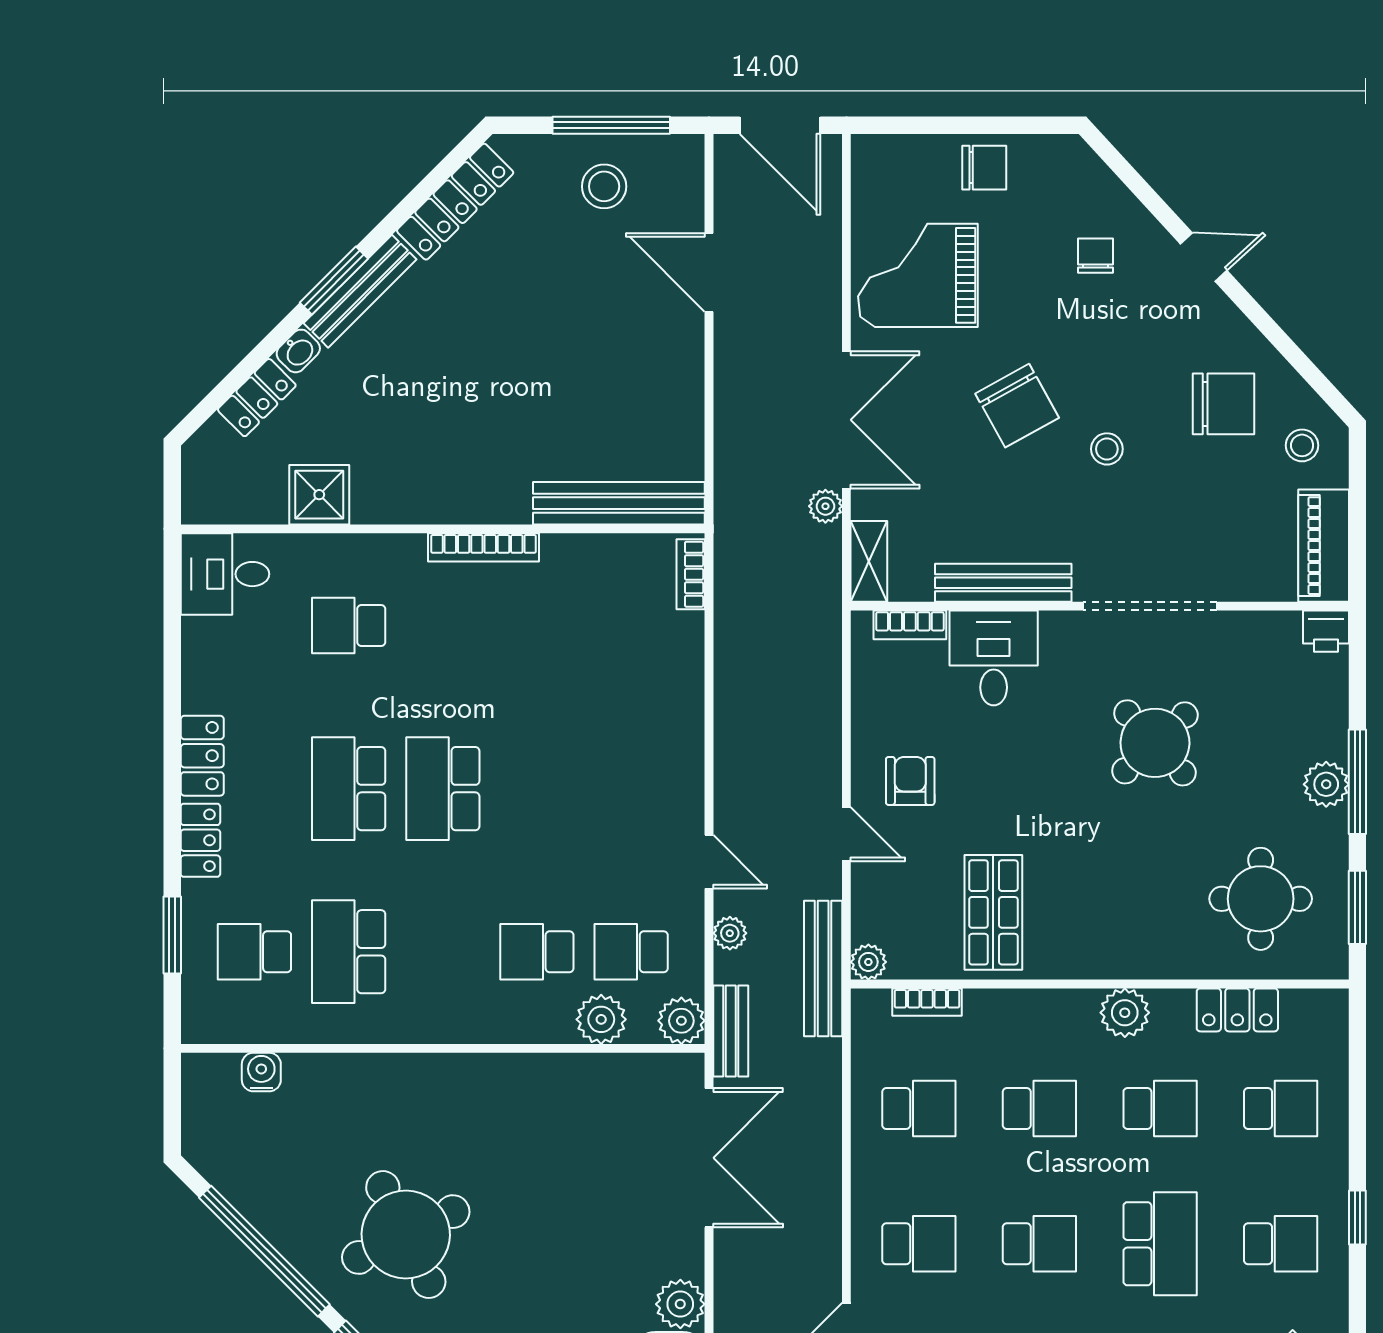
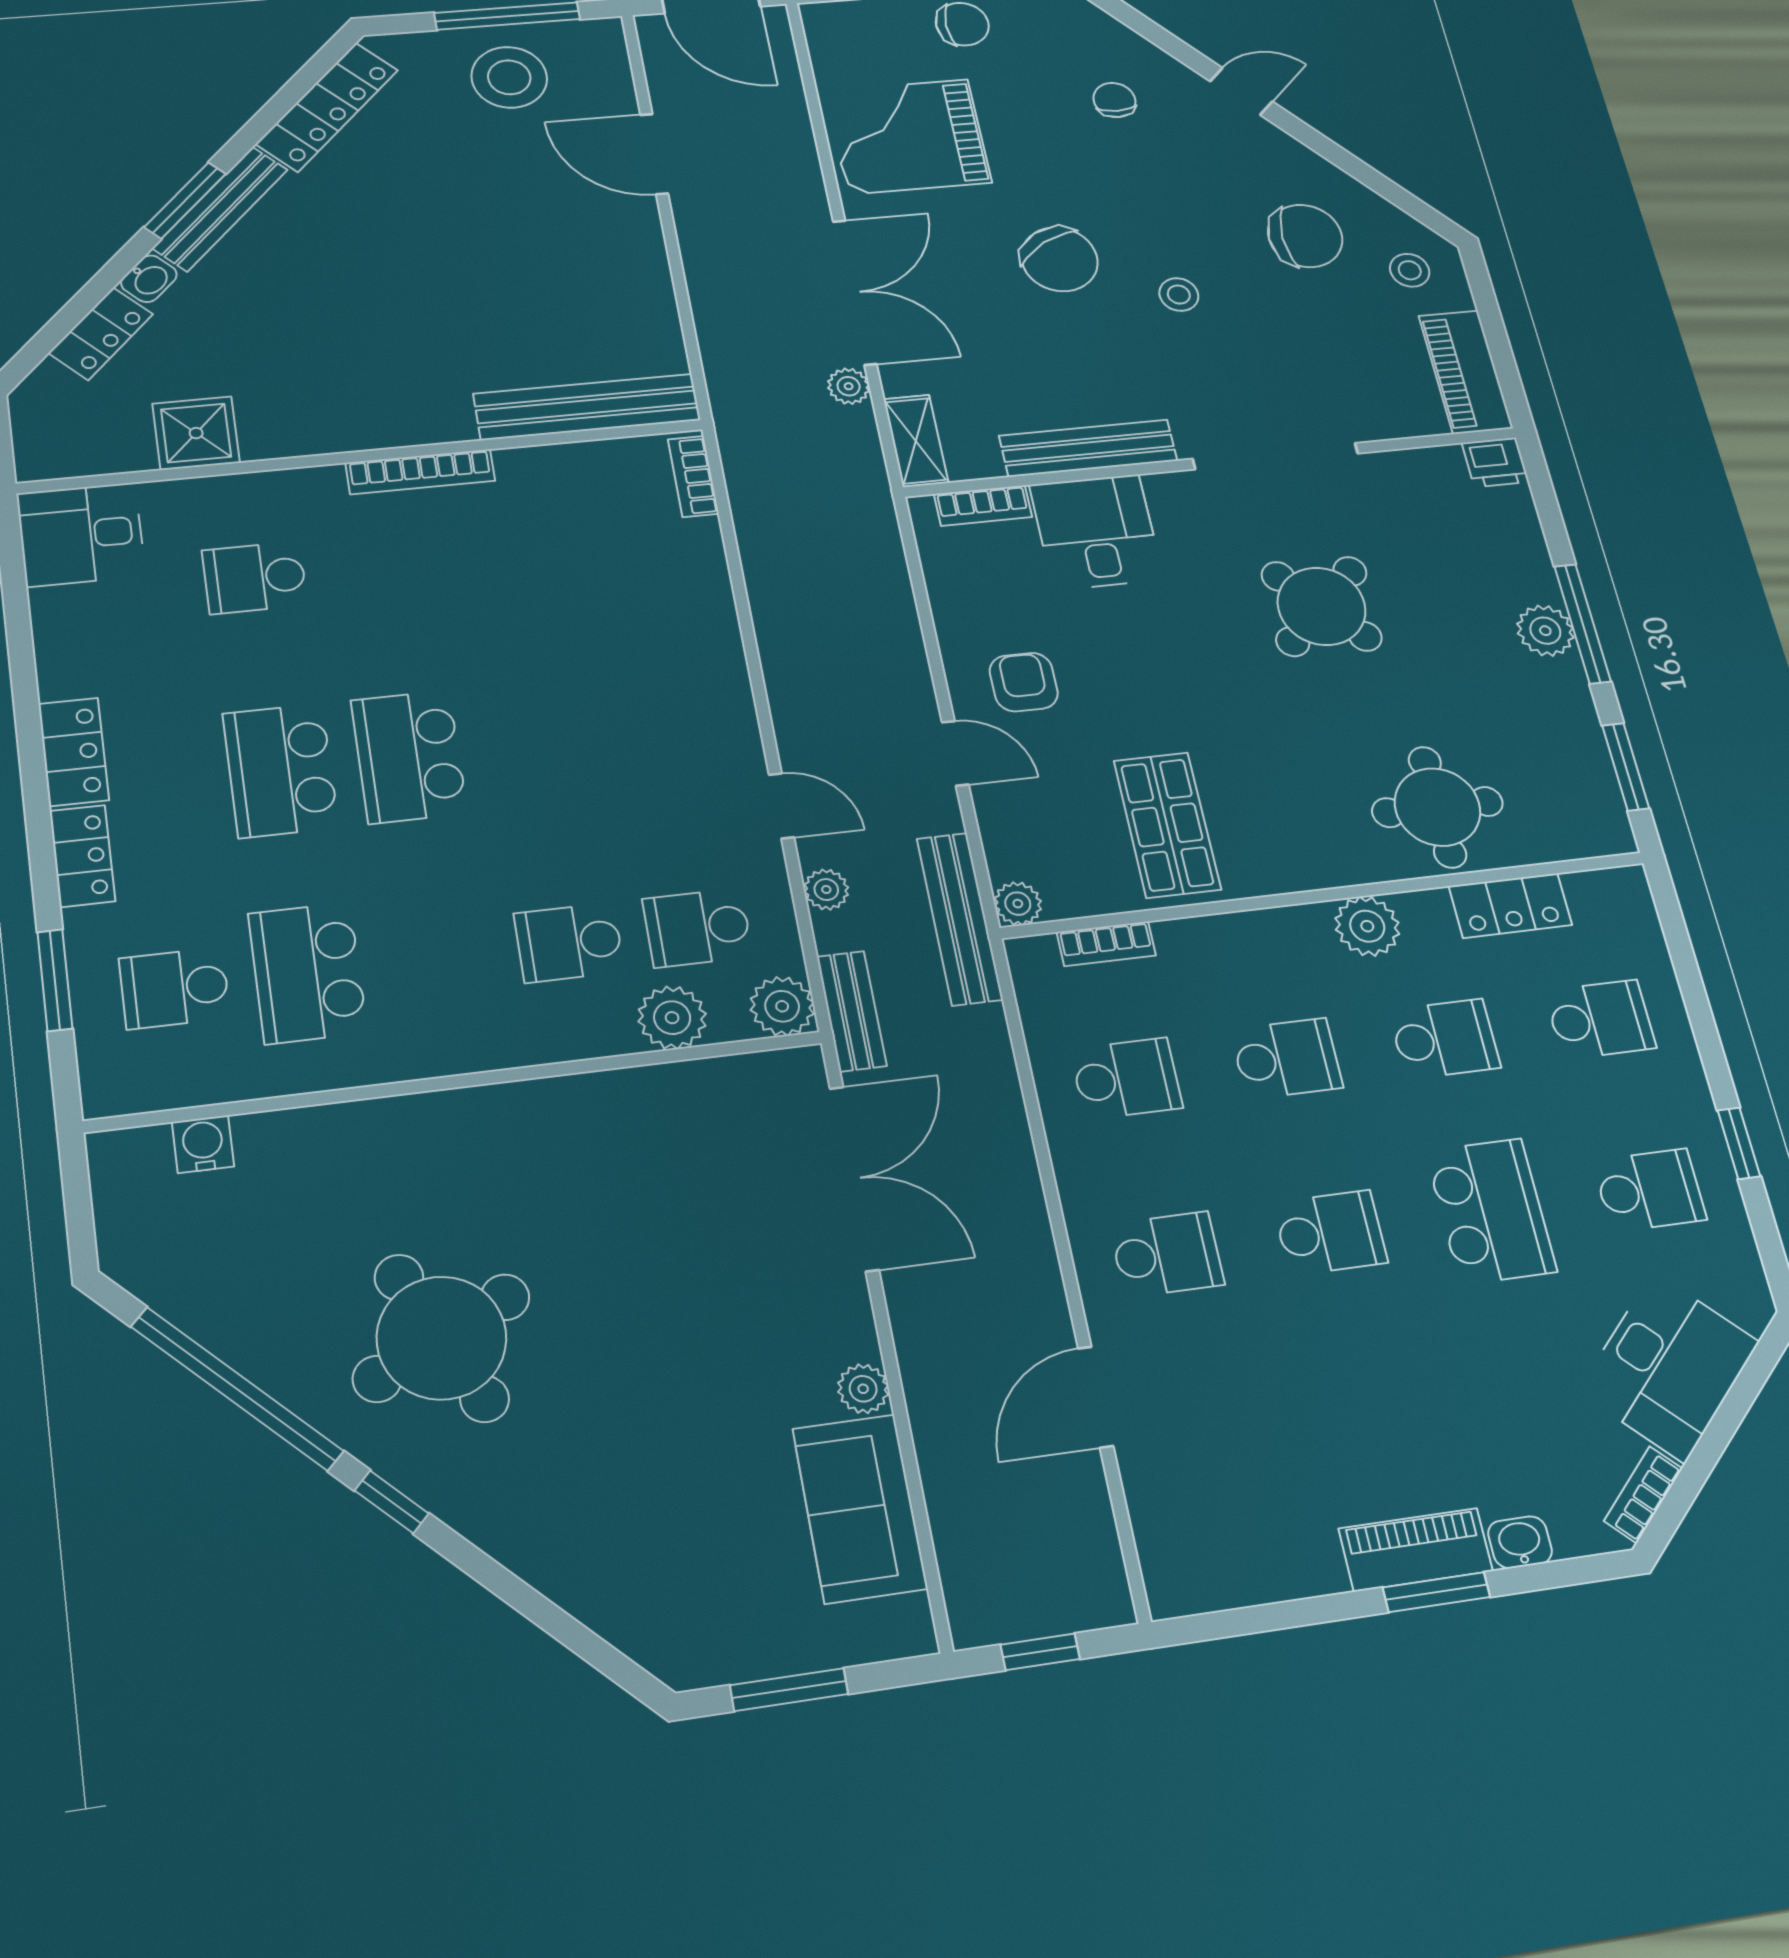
stool: (604, 186) -> (509, 77), width x1.38, depth x1.38
round table: (1261, 899) -> (1437, 807), moved
plant: (680, 1304) -> (863, 1389), width x0.73, depth x0.73

